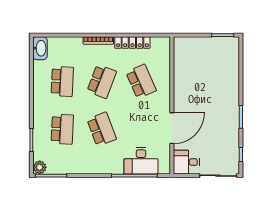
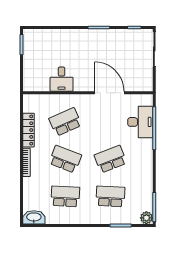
desk: (186, 162) -> (62, 79), moved

